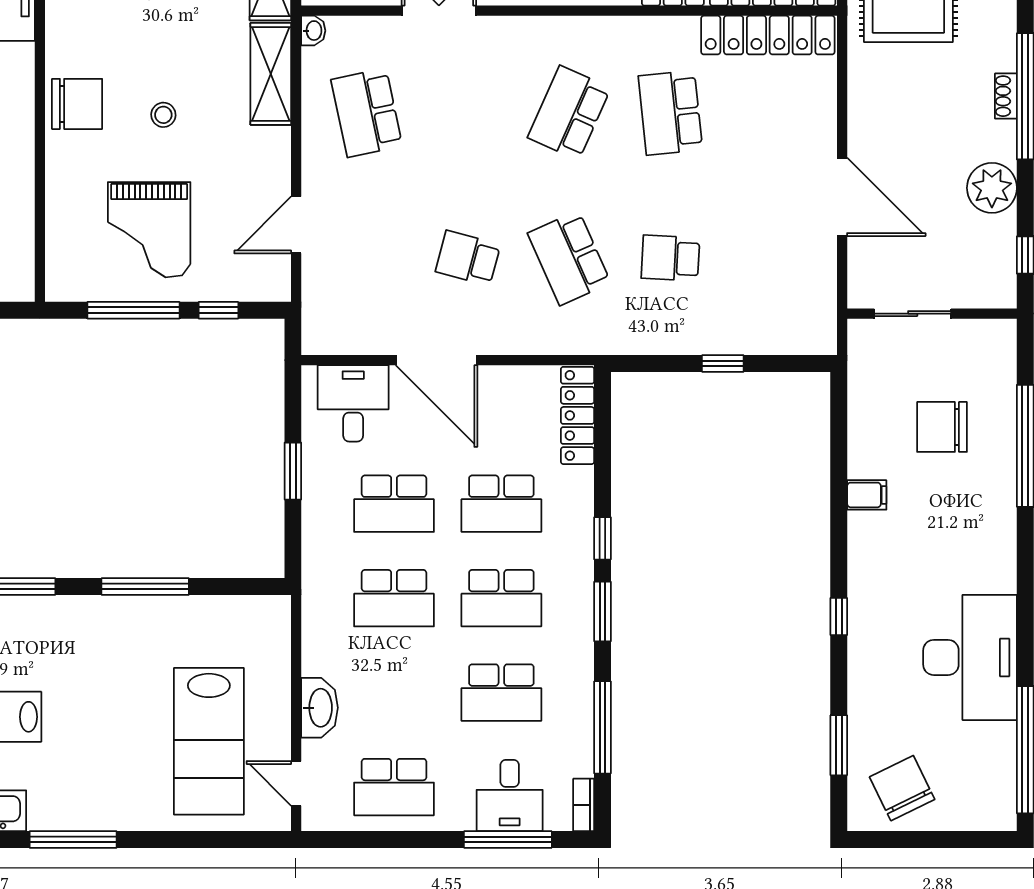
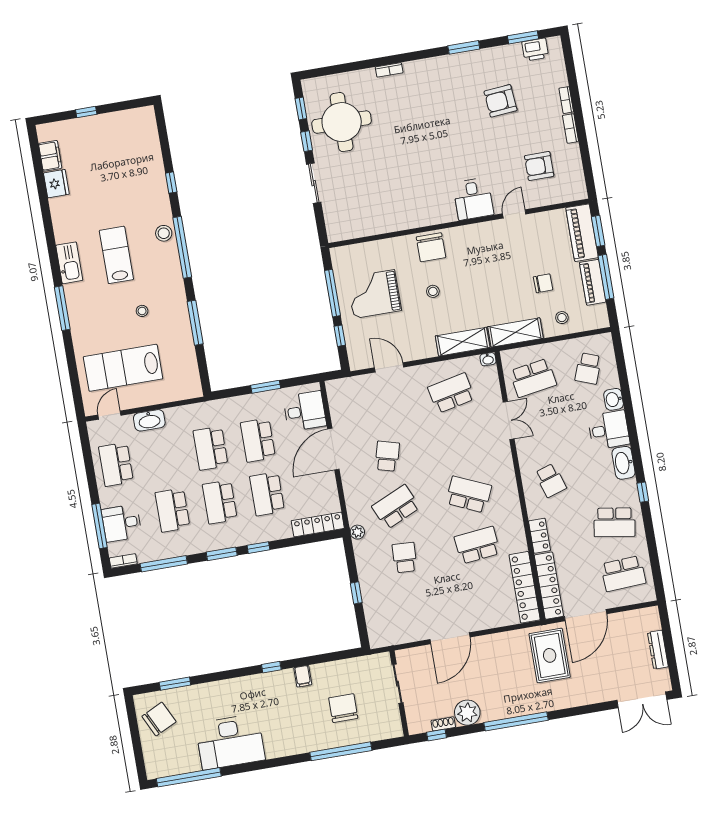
shoe rack: (1006, 96) -> (443, 724), moved
plant: (605, 341) -> (357, 532), added
window: (839, 616) -> (271, 667), moved
stool: (105, 686) -> (142, 311), added

